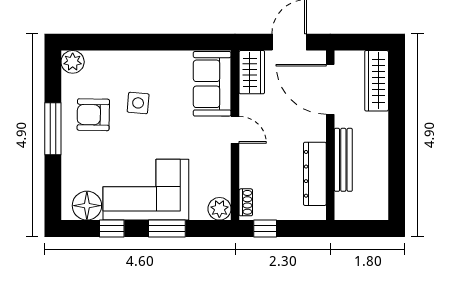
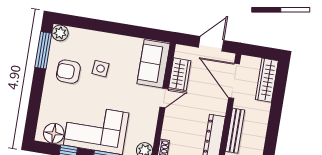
wardrobe: (252, 72) -> (180, 74), moved
window: (53, 129) -> (43, 50), moved
door: (235, 130) -> (164, 98), hinge flipped

